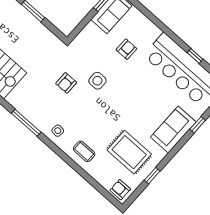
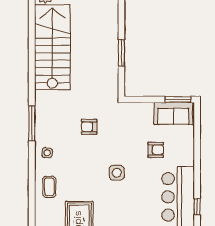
side table: (97, 81) -> (117, 173), moved

